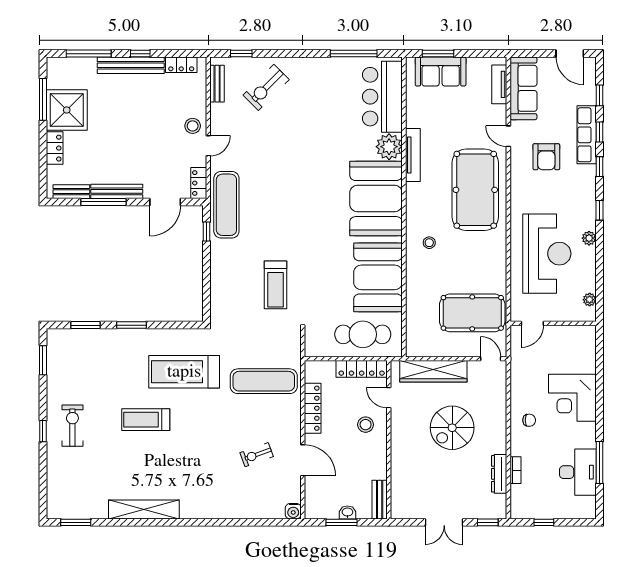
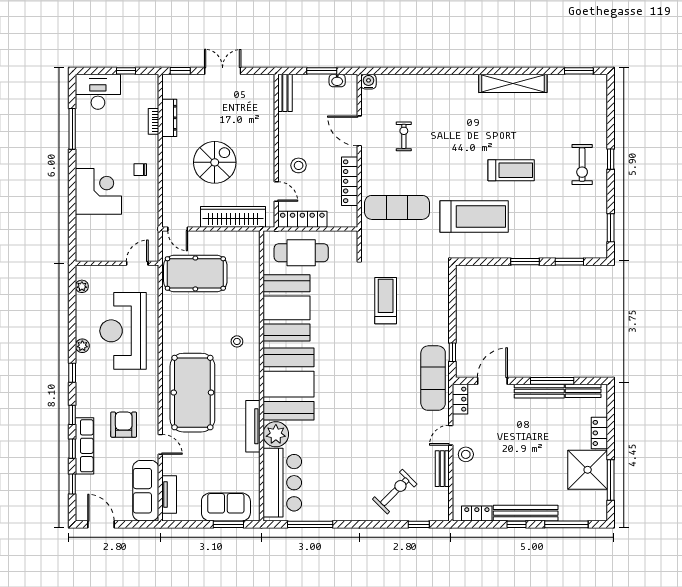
bench: (217, 84) -> (442, 469), moved
exercise bike: (257, 455) -> (404, 136), turned -70
desk: (578, 472) -> (98, 92), moved, turned 90
washbasin: (347, 512) -> (337, 80), moved

